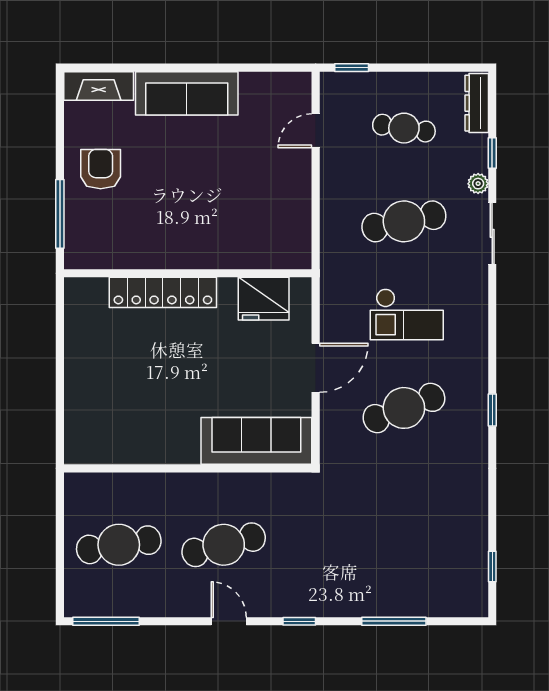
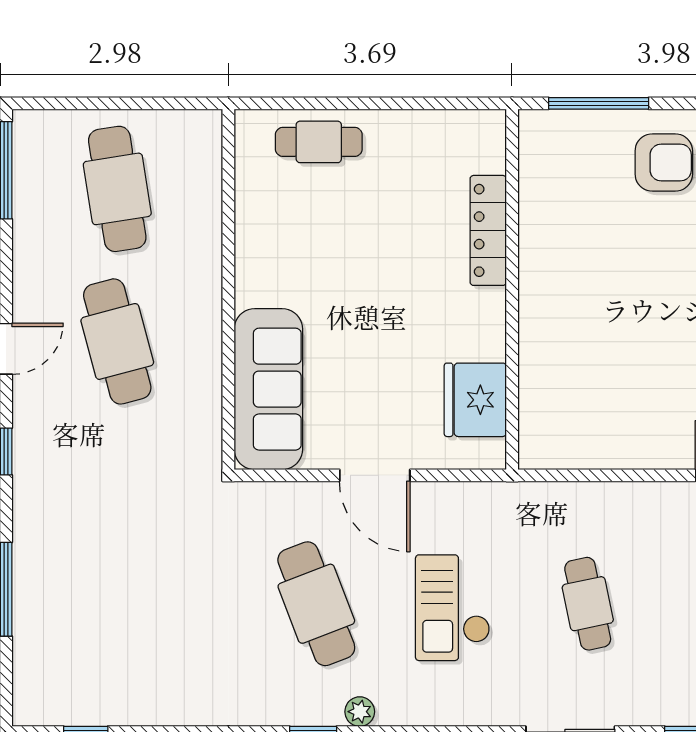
plant: (478, 184) -> (360, 712), moved
cafe table: (404, 221) -> (588, 604), width x0.73, depth x0.74
locker: (163, 292) -> (488, 230), width x0.71, depth x0.83
cafe table: (86, 406) -> (319, 142), added

